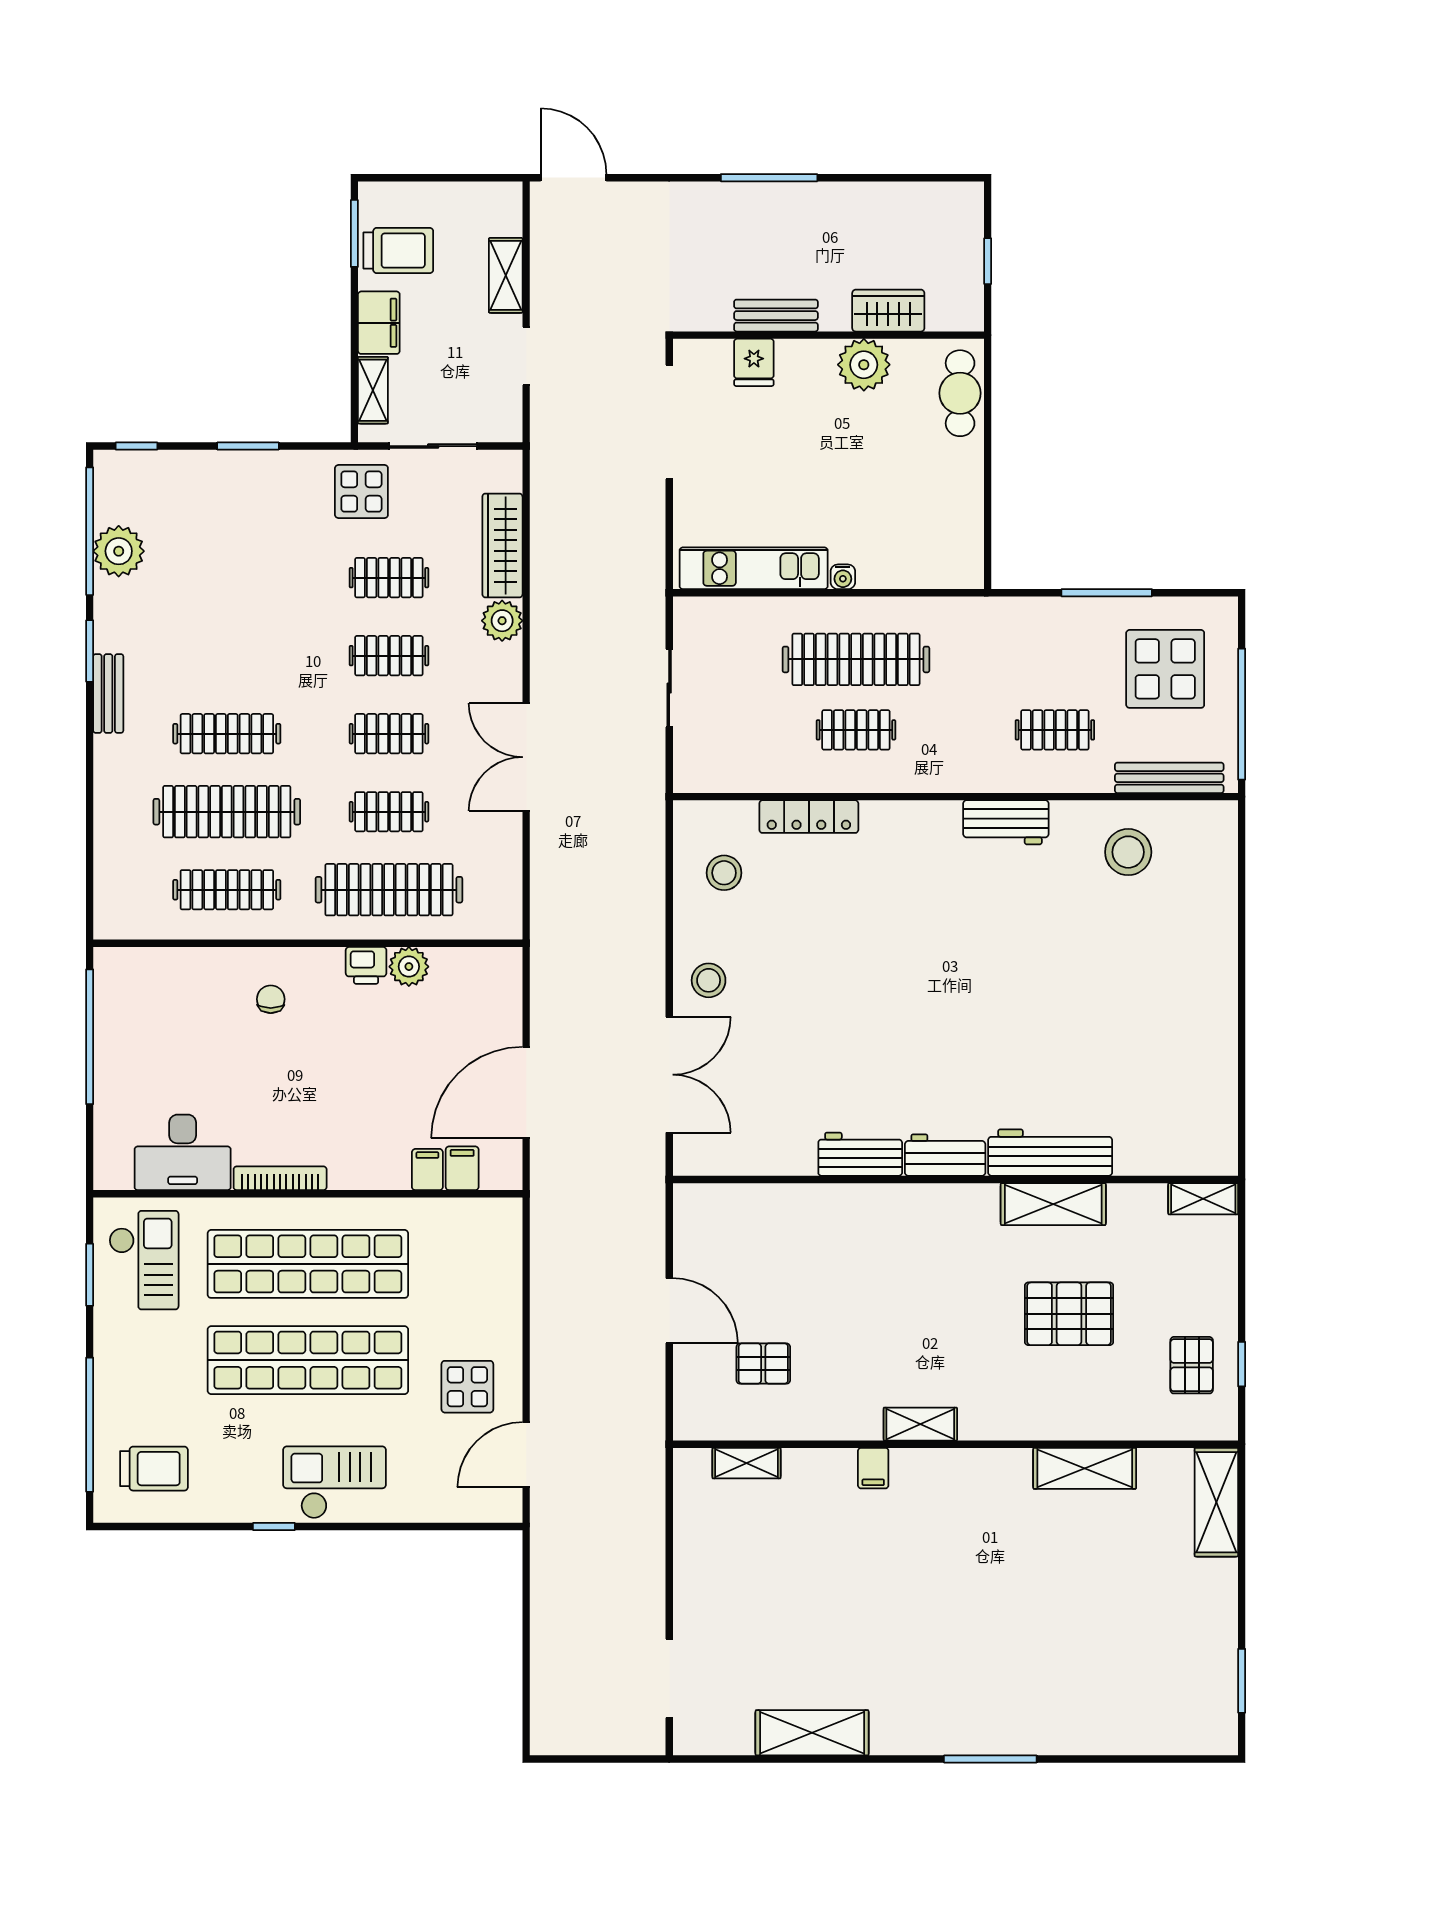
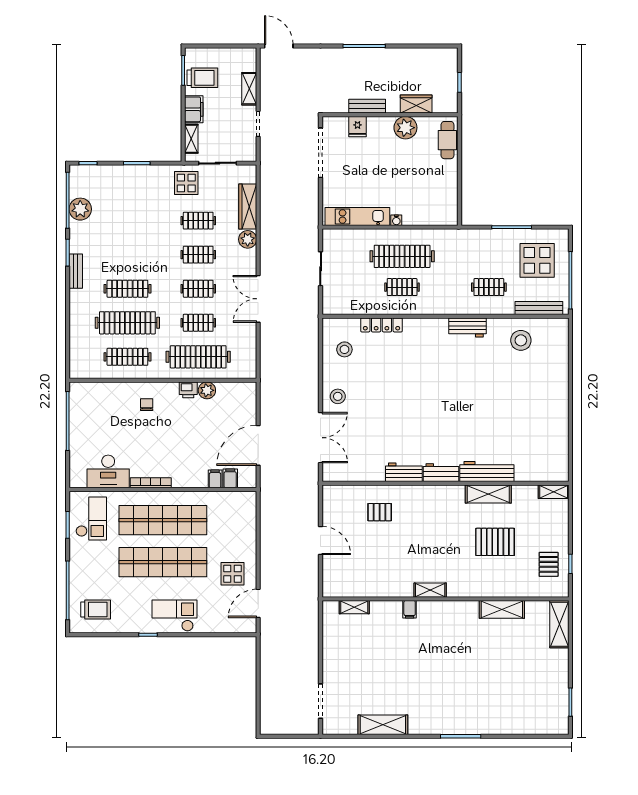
pallet: (763, 1364) -> (380, 512), moved

